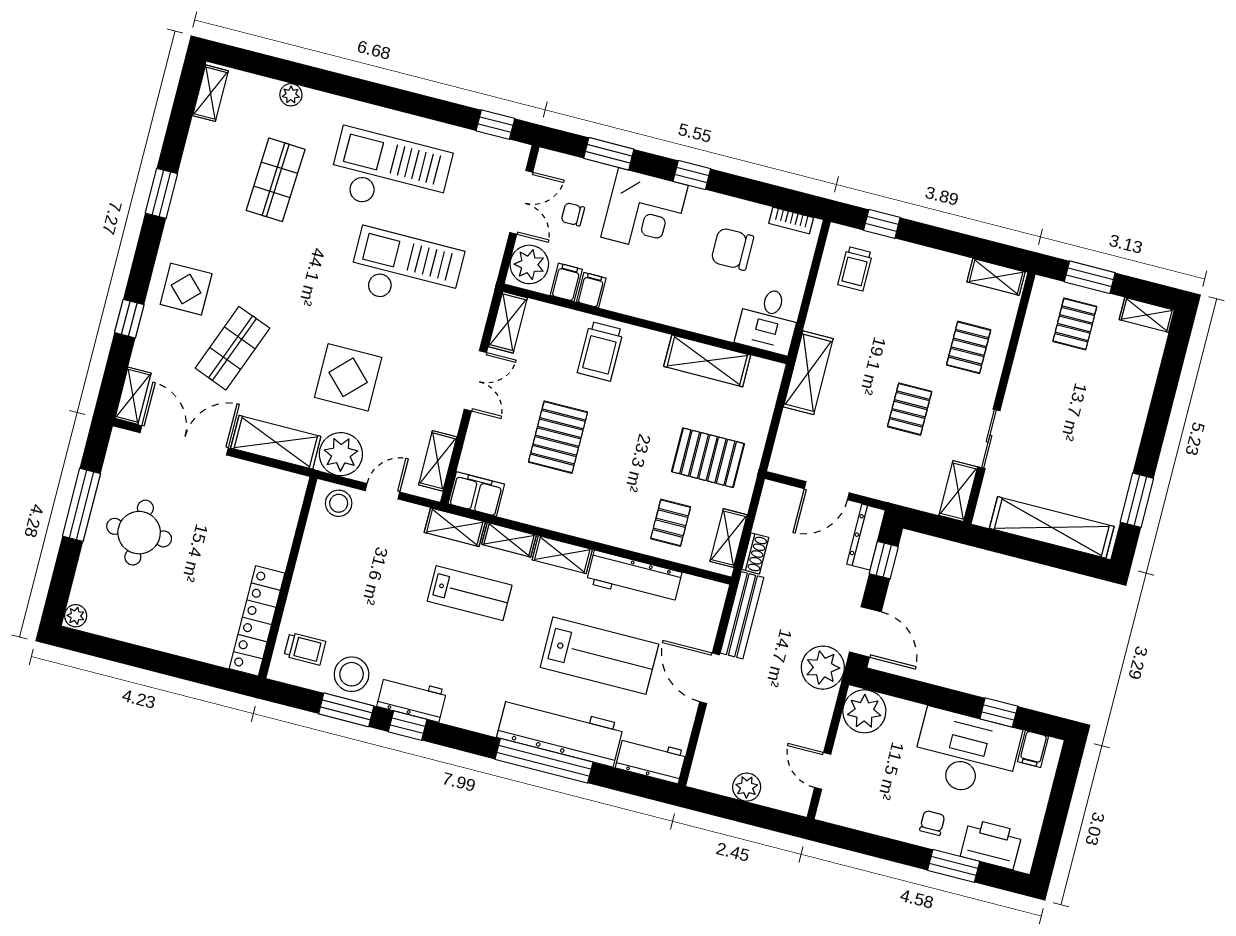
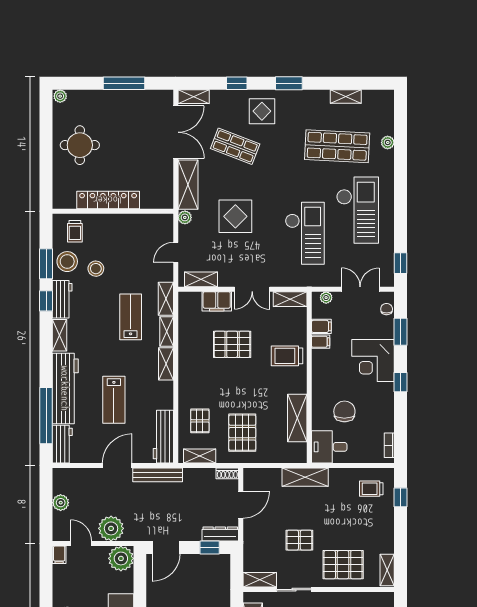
shelving: (210, 93) -> (346, 97), moved
shop shelf: (276, 180) -> (337, 146), width x1.43, depth x1.36
window: (161, 193) -> (289, 83), moved
double door: (521, 202) -> (360, 289), swing flipped
chair: (573, 214) -> (387, 309), moved
chair: (732, 249) -> (344, 411), moved
plant: (529, 264) -> (326, 298), width x0.53, depth x0.53
pallet: (969, 347) -> (343, 565), width x1.50, depth x1.42
plant: (341, 454) -> (185, 217), width x0.53, depth x0.53
door: (382, 491) -> (176, 252), swing flipped
door: (827, 491) -> (241, 505), swing flipped
filing cabinet: (476, 494) -> (217, 301), moved, turned 90
stool: (339, 503) -> (96, 269), moved
pallet: (671, 523) -> (200, 421), turned 90
round table: (139, 533) -> (80, 145), moved
shoe rack: (755, 553) -> (227, 473), moved
workbench: (634, 578) -> (163, 437), moved
lab bench: (470, 593) -> (131, 317), turned 180
locker: (257, 621) -> (108, 200), moved
lab bench: (599, 656) -> (114, 400), width x0.73, depth x0.72
plant: (823, 668) -> (111, 528), moved
shelving: (470, 718) -> (60, 335), added
window: (544, 761) -> (46, 416), moved
door: (823, 771) -> (81, 543), hinge flipped
filing cabinet: (832, 812) -> (59, 555), added

